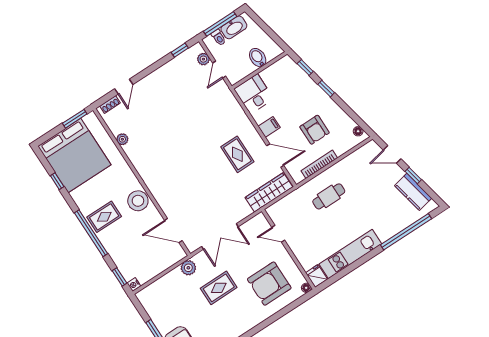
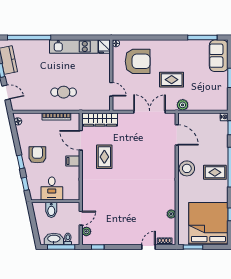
desk: (254, 94) -> (52, 188), moved
armchair: (315, 130) -> (37, 155), moved

